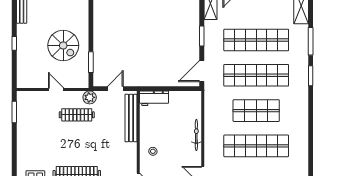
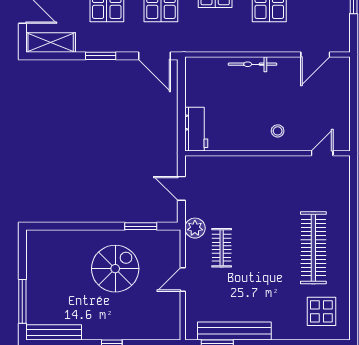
clothes rail: (77, 115) -> (222, 248), width x0.73
bench: (131, 118) -> (234, 331), moved

